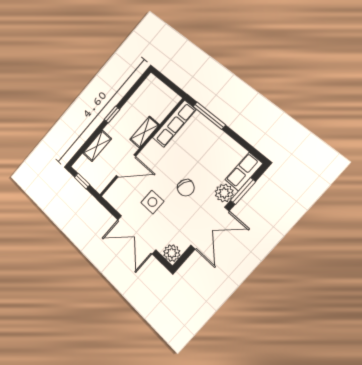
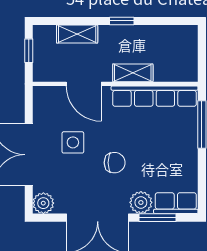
row of seats: (174, 124) -> (155, 96), width x1.36
chair: (186, 188) -> (115, 163), turned -113

